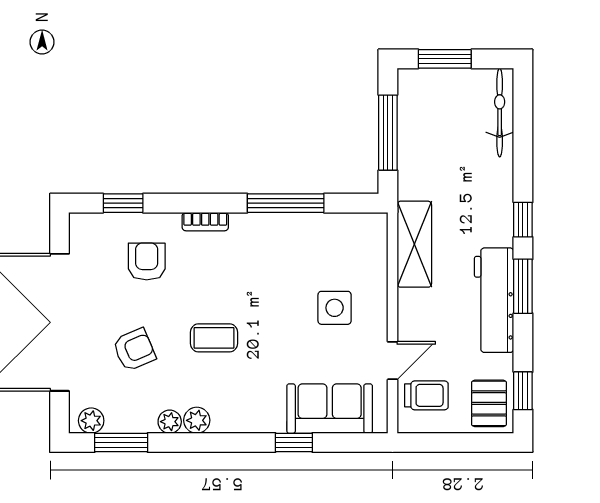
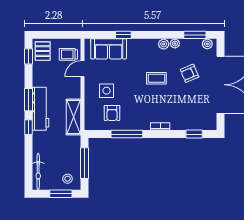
stool: (429, 95) -> (68, 179), added
armchair: (147, 261) -> (112, 113), moved
workbench: (494, 300) -> (40, 109), moved

